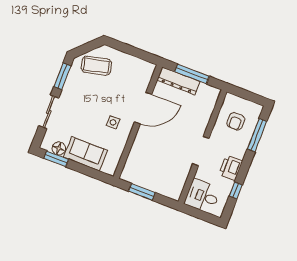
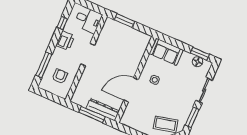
sofa: (86, 154) -> (166, 52), moved
window: (142, 192) -> (125, 21), moved

